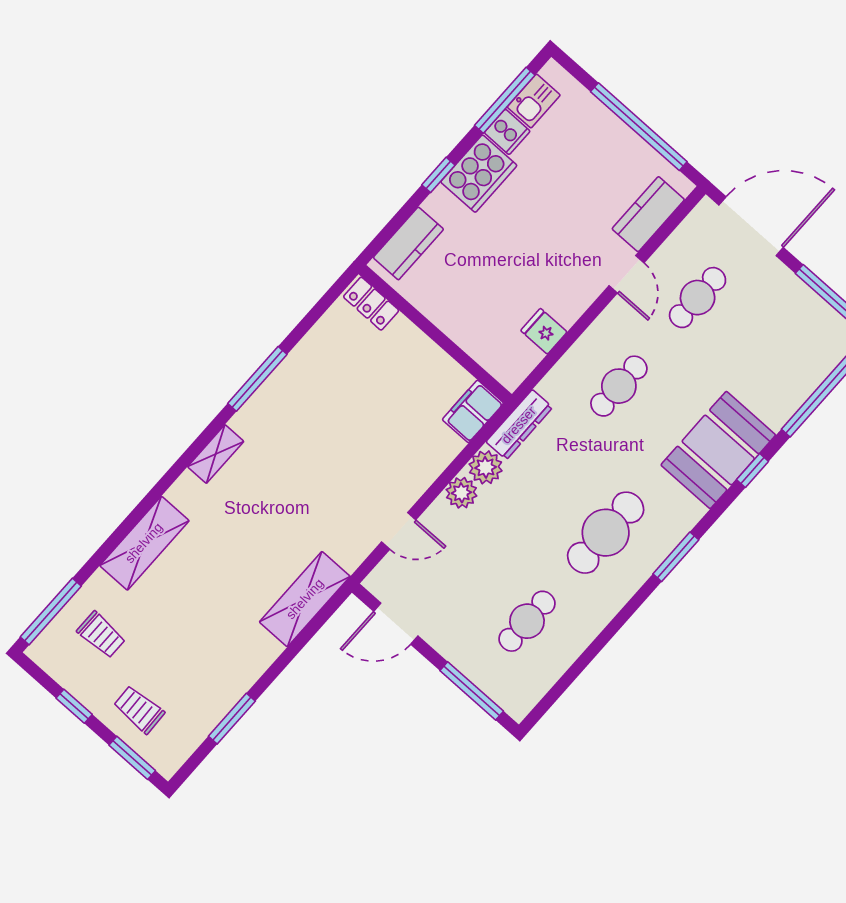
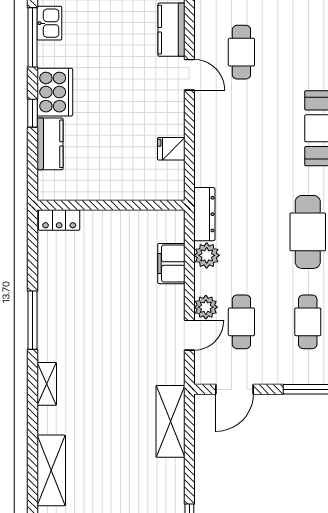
cooker: (507, 132) -> (50, 54), removed
kitchen counter: (408, 243) -> (50, 144), moved
cafe table: (619, 386) -> (241, 322), moved
filing cabinet: (473, 411) -> (171, 264), moved
plant: (461, 493) -> (206, 307), moved

